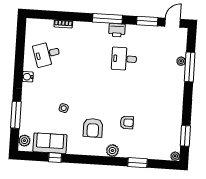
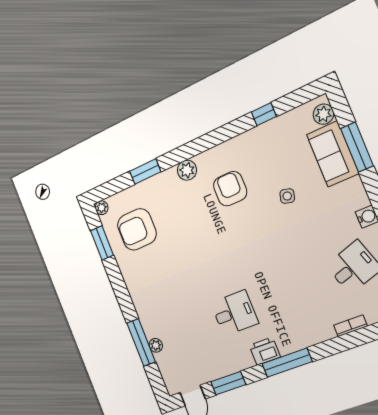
armchair: (127, 123) -> (137, 229), moved, width x1.88, depth x1.88
sofa: (50, 143) -> (333, 154), moved, turned 90

